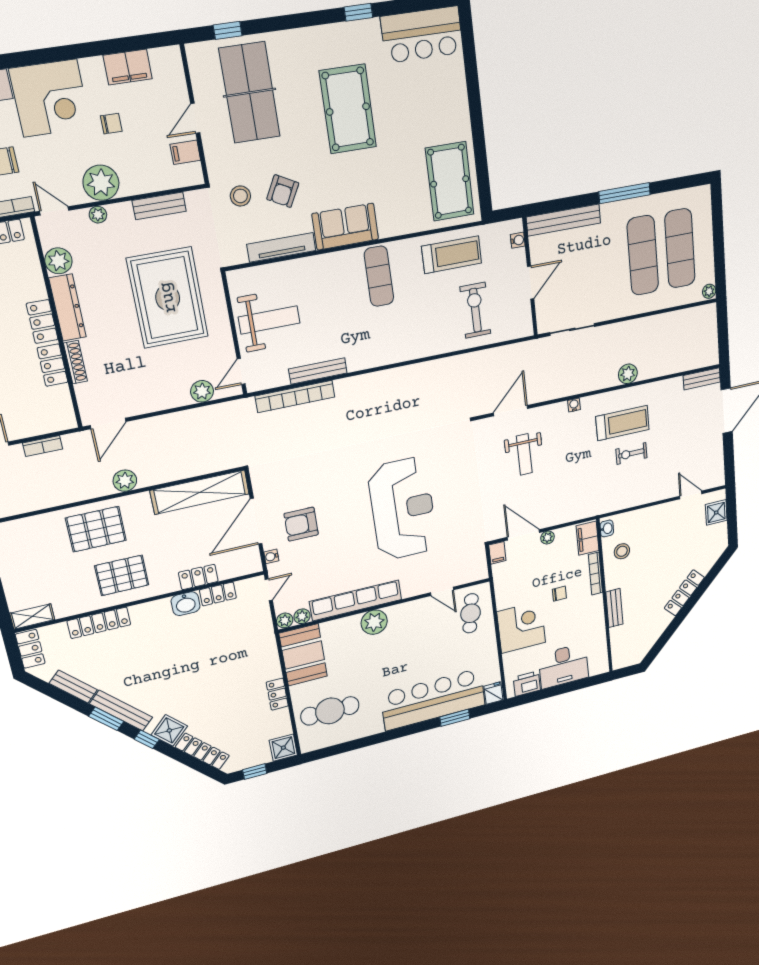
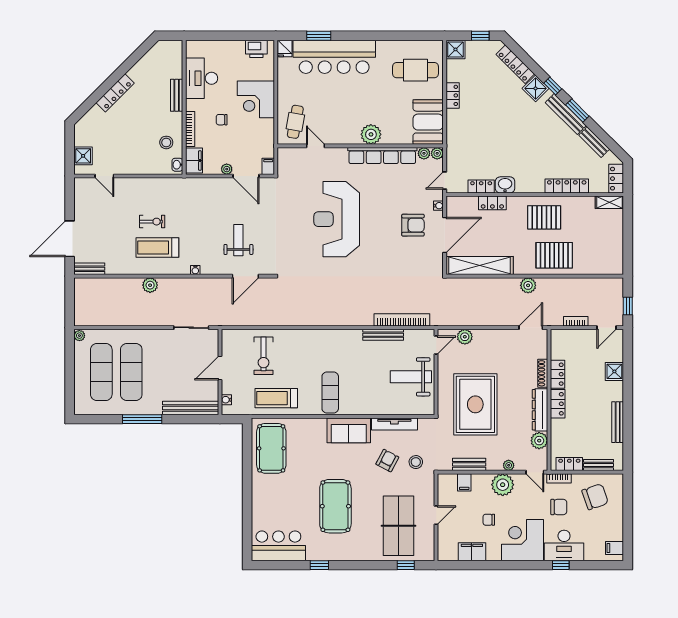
filing cabinet: (185, 152) -> (464, 482), moved, turned 90
desk: (563, 666) -> (202, 78), moved, turned -90

